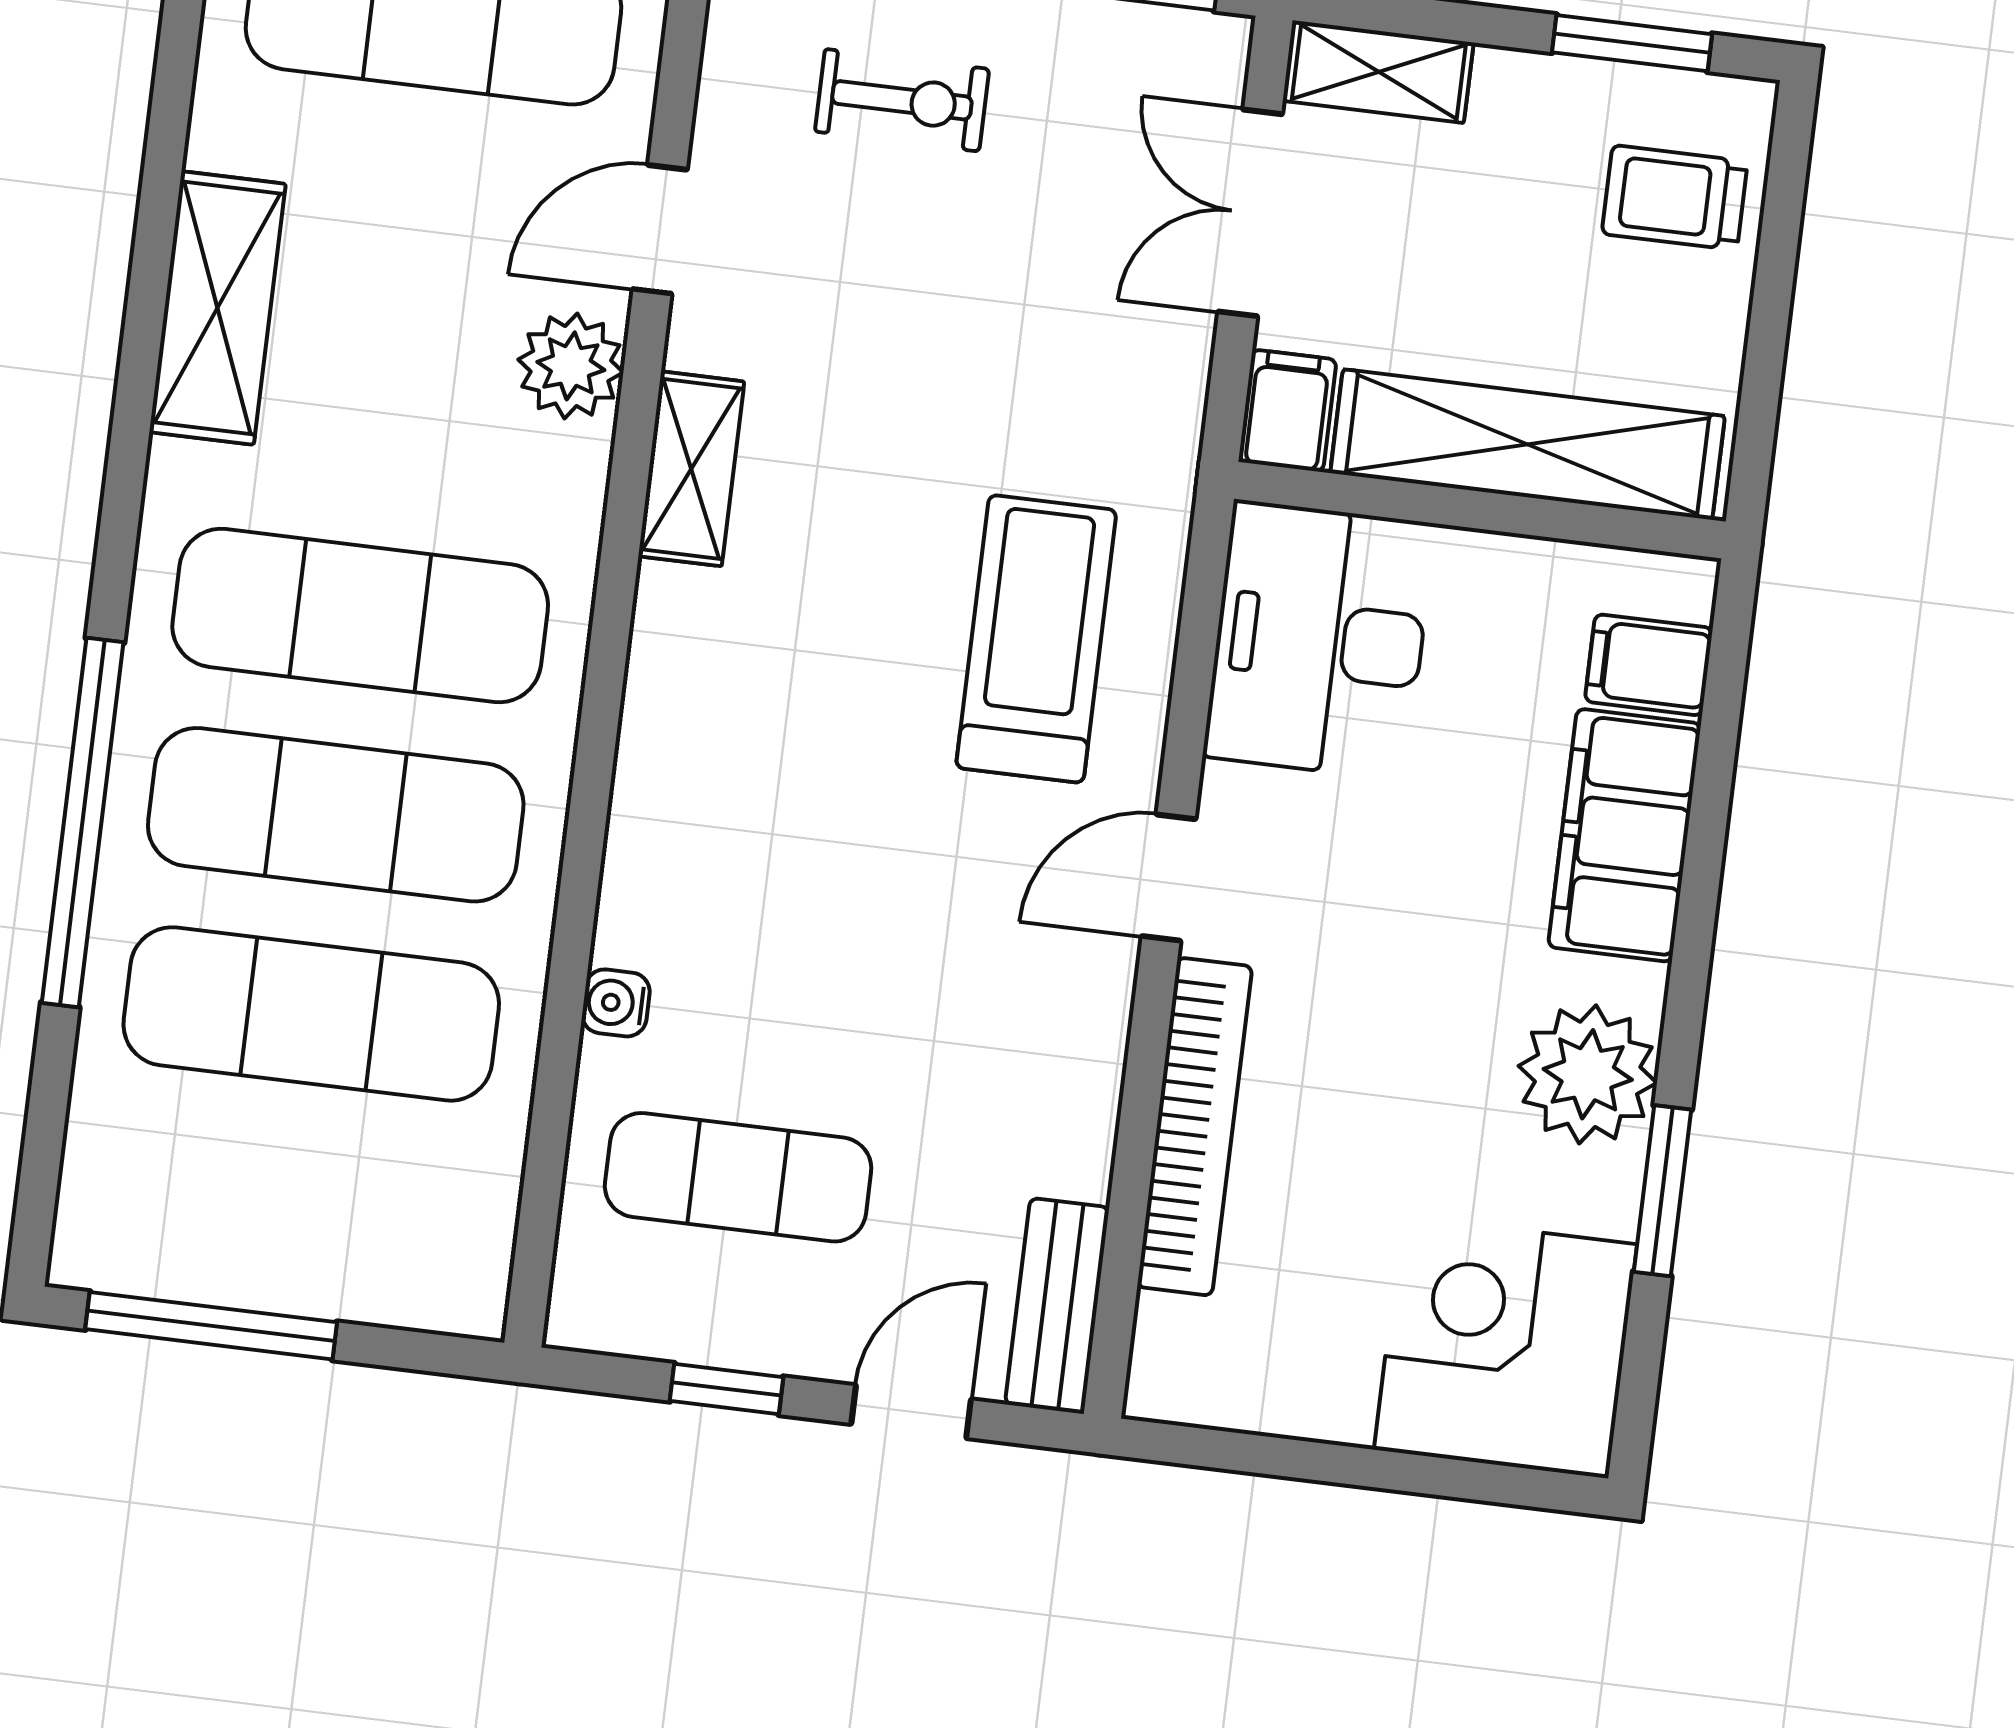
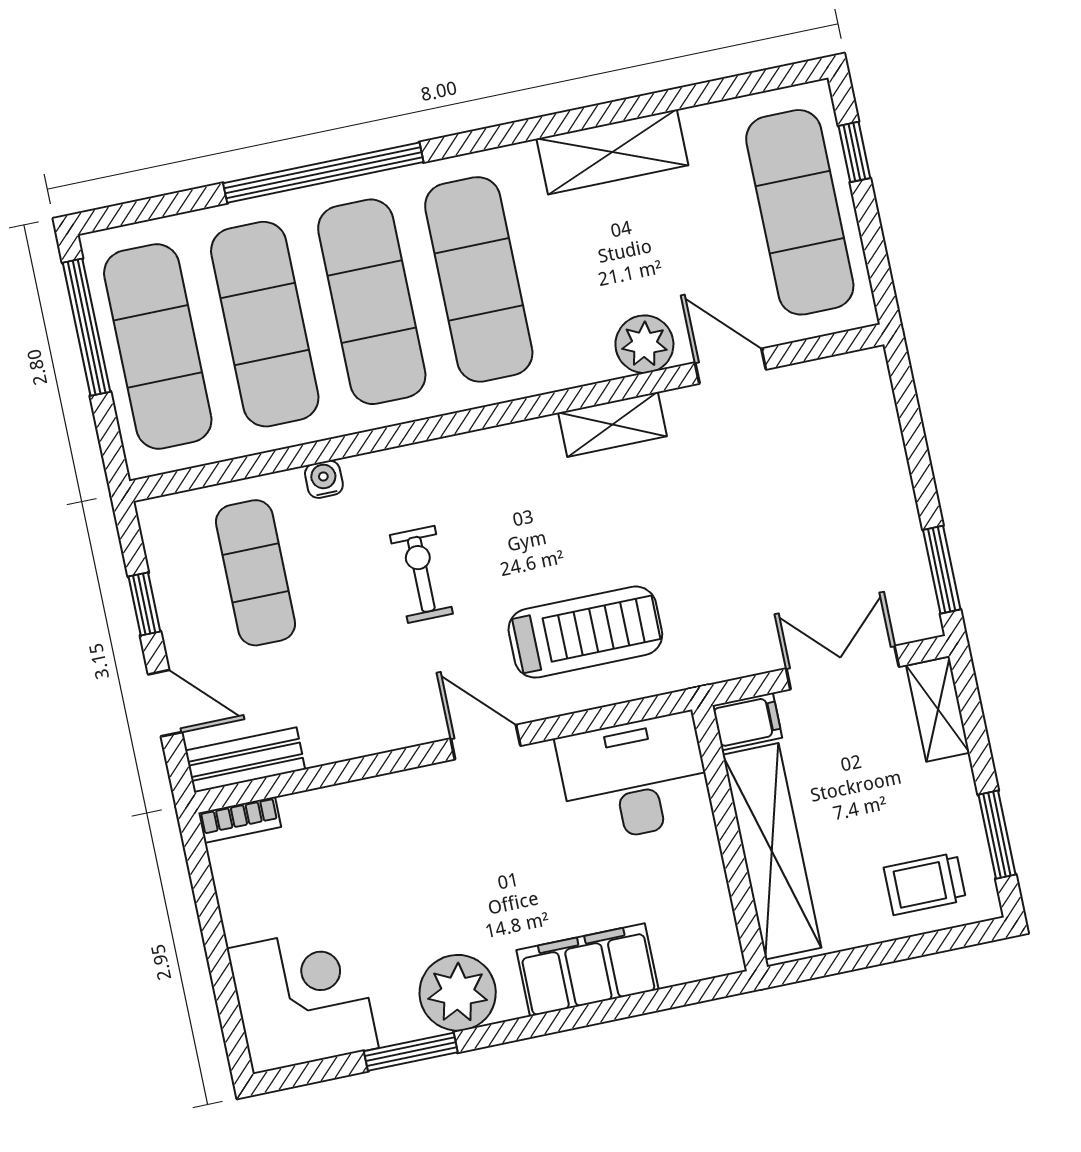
exercise bike: (902, 100) -> (421, 574), moved, turned 180
trolley: (1675, 198) -> (925, 884), turned -90
filing cabinet: (1649, 665) -> (680, 952), removed
bookcase: (1195, 1127) -> (240, 820), moved, width x0.43, depth x0.76
exercise mat: (287, 1213) -> (158, 346), added

